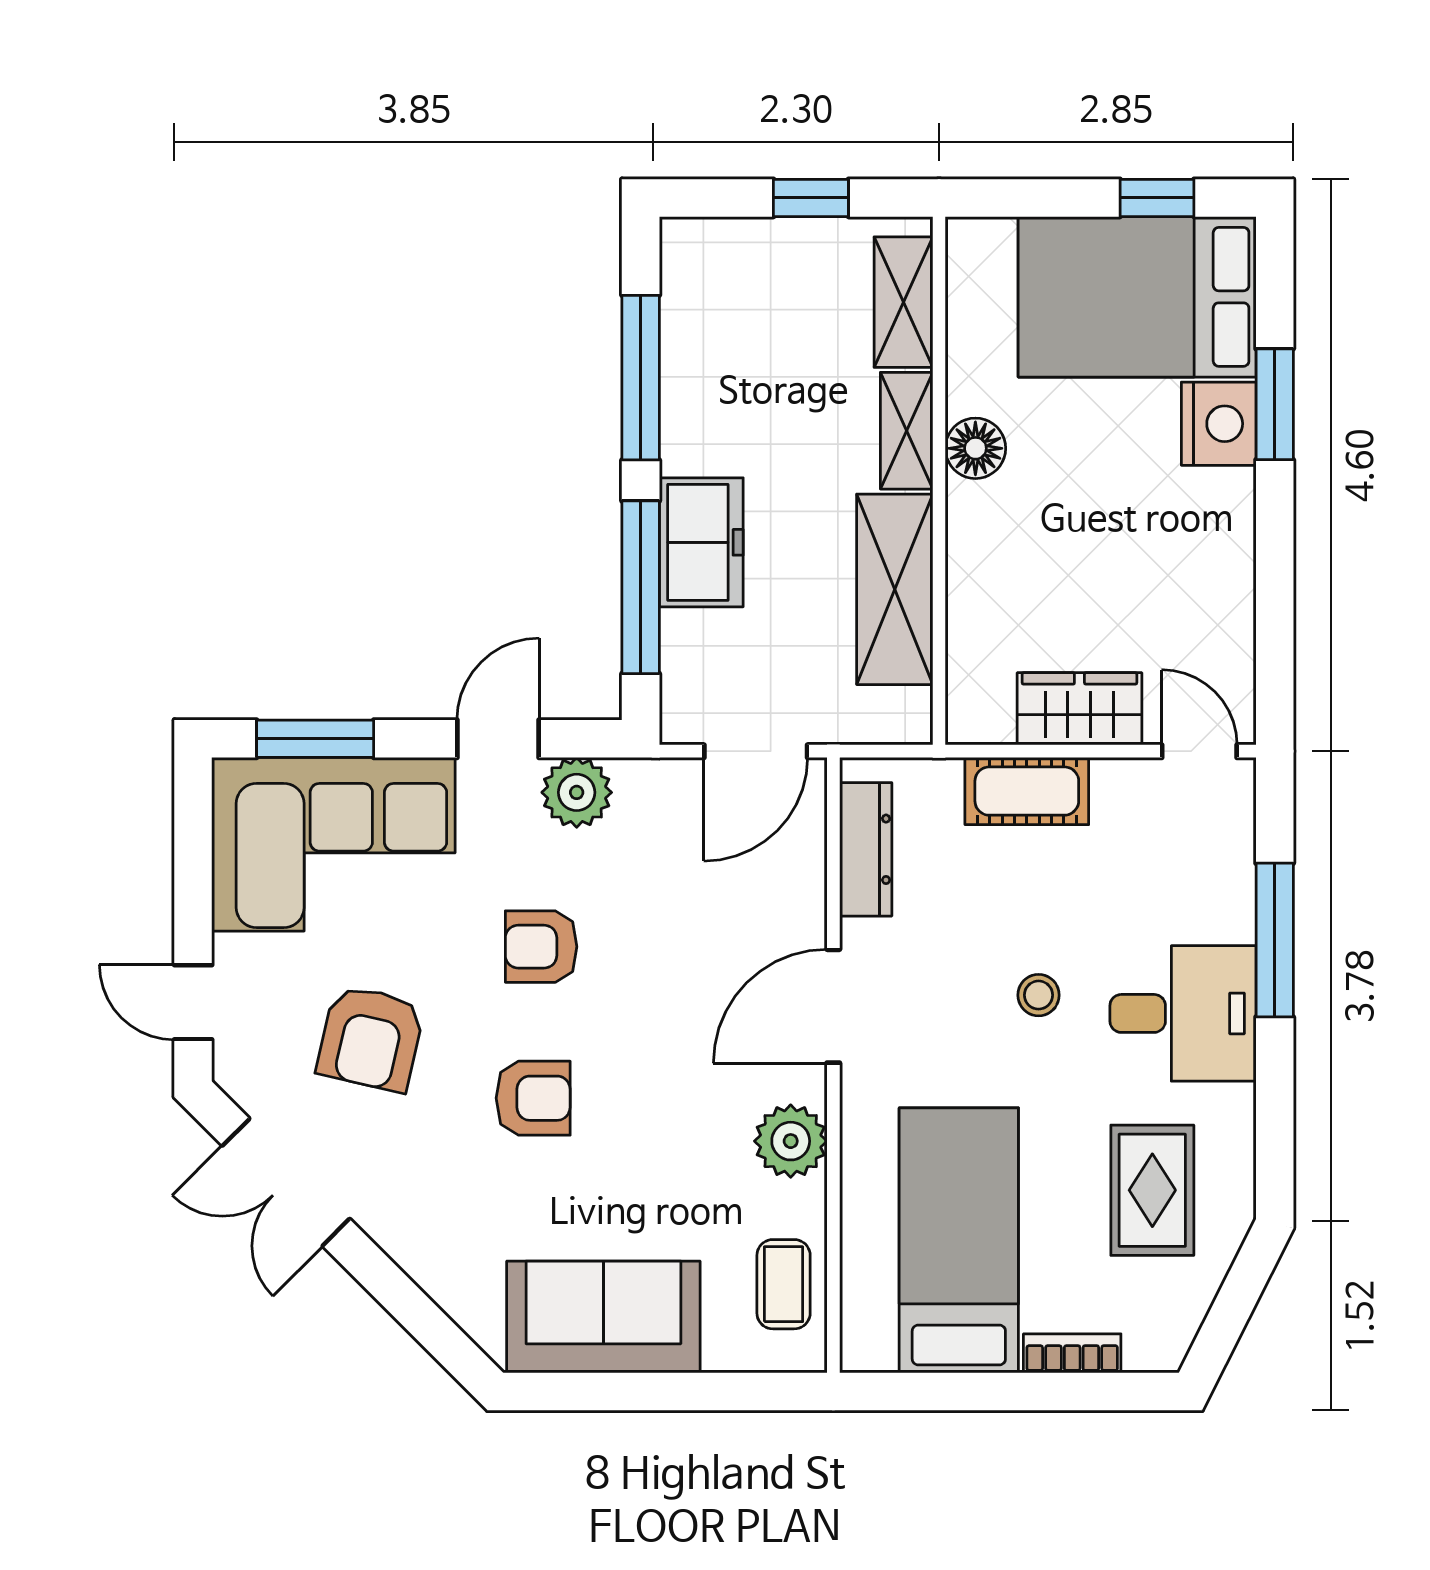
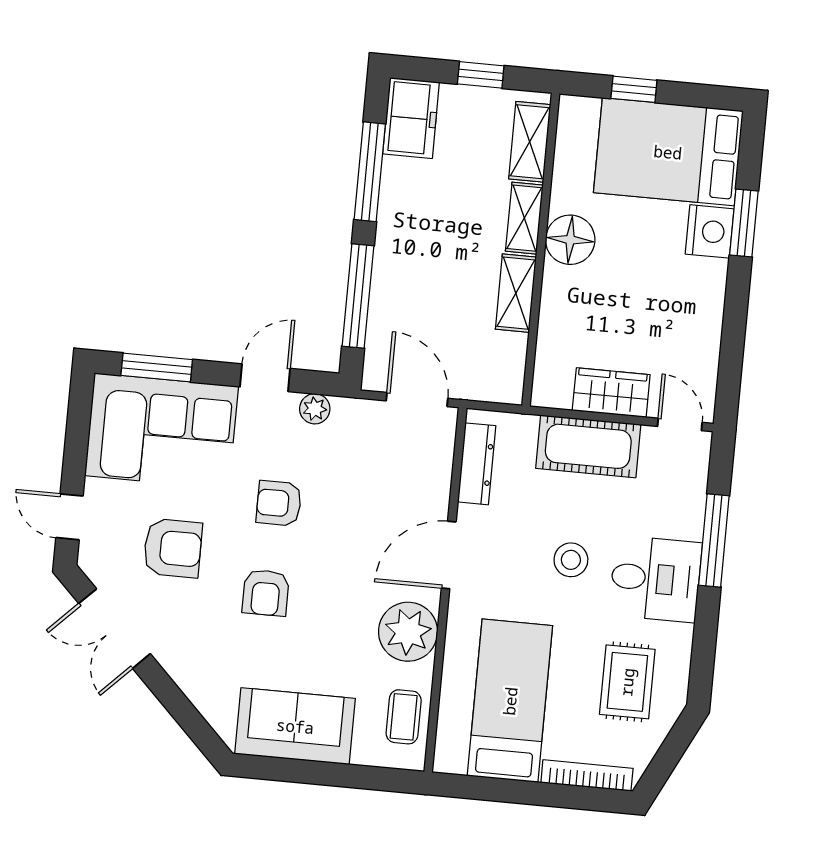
window: (1157, 198) -> (634, 89), moved
floor lamp: (975, 448) -> (570, 240), width x1.38, depth x1.38
freezer: (701, 542) -> (411, 118), moved
shelving: (895, 589) -> (516, 293), width x0.67, depth x0.75
door: (756, 751) -> (417, 400), swing flipped
cot: (1027, 791) -> (588, 446), width x1.37, depth x1.34
plant: (577, 792) -> (315, 409), width x0.73, depth x0.73
stool: (1039, 995) -> (571, 560), width x1.37, depth x1.37
armchair: (371, 1038) -> (173, 548), turned -103
armchair: (533, 1098) -> (266, 593), turned 90
plant: (791, 1141) -> (408, 632), width x1.36, depth x1.36
bookcase: (1072, 1353) -> (587, 776), width x1.56

